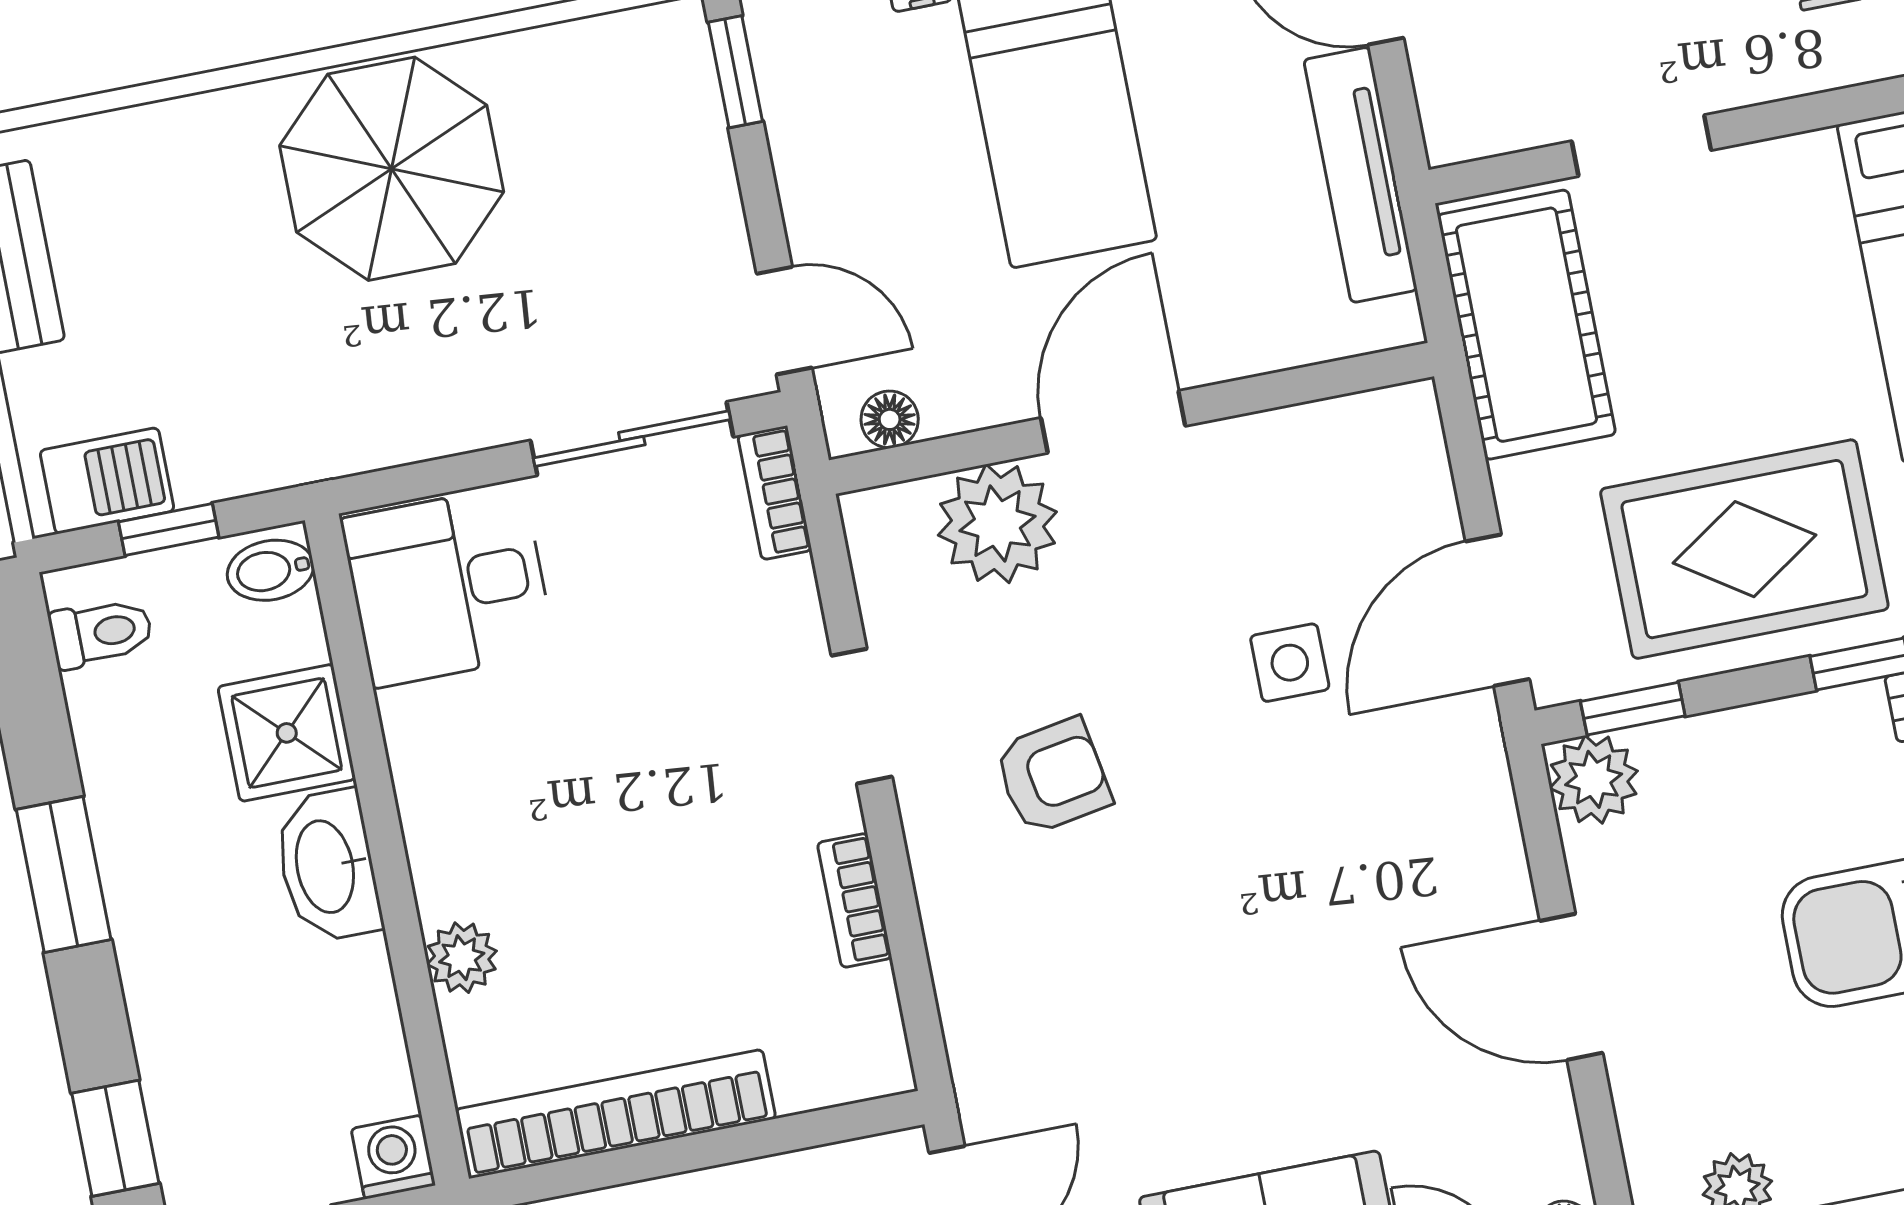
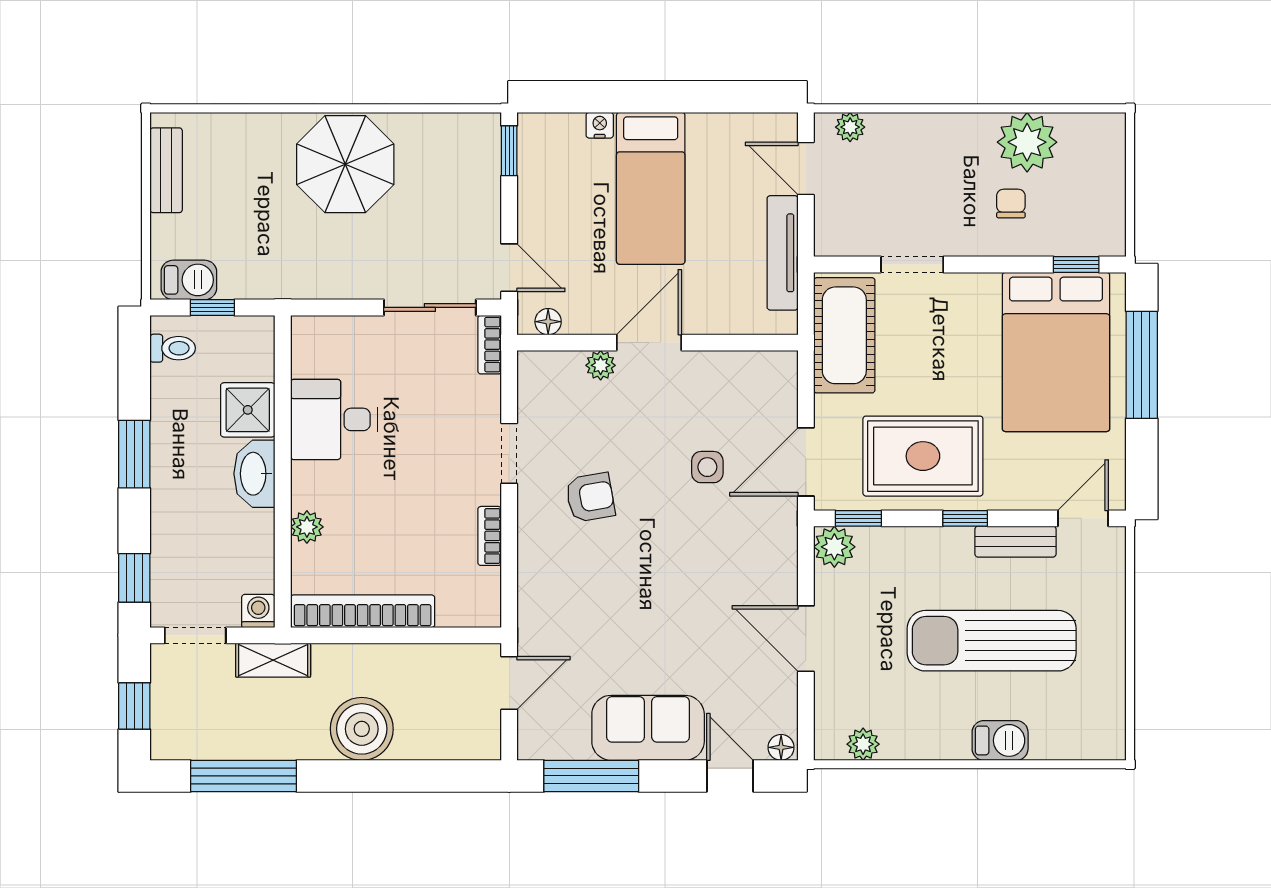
plant: (997, 523) -> (601, 365), width x0.53, depth x0.53
bidet: (270, 570) -> (255, 335), removed
desk: (448, 586) -> (334, 419), moved

